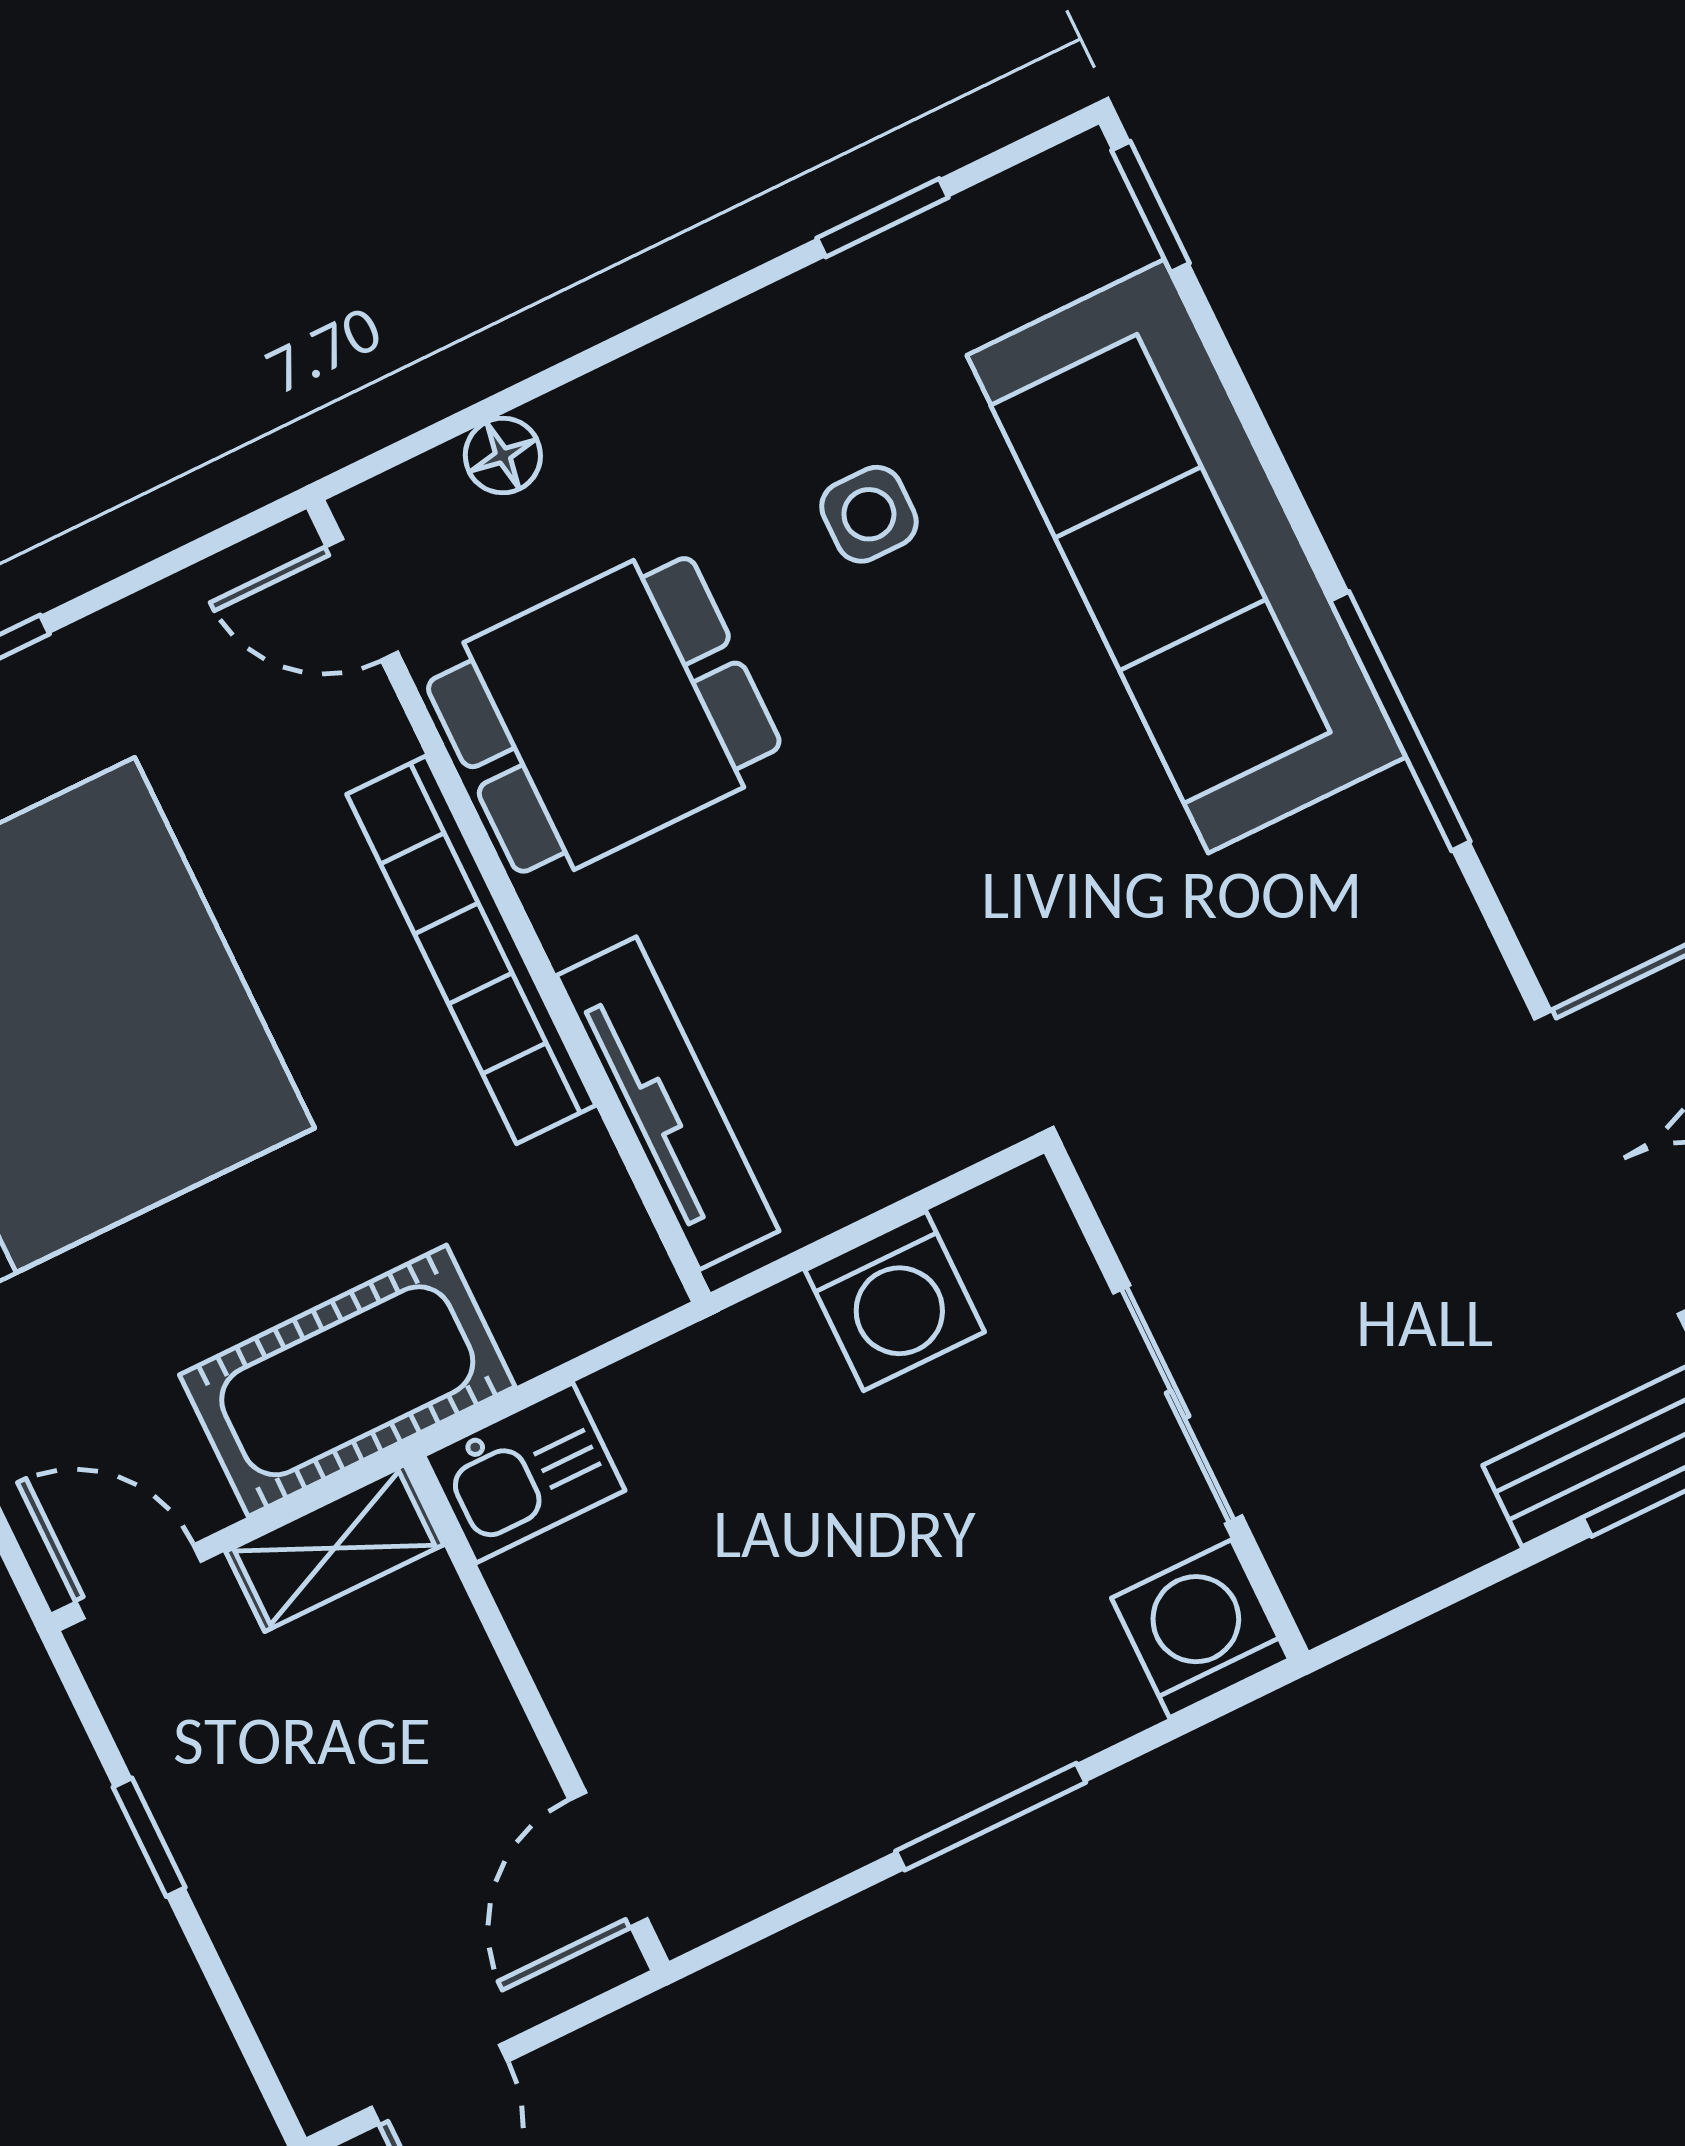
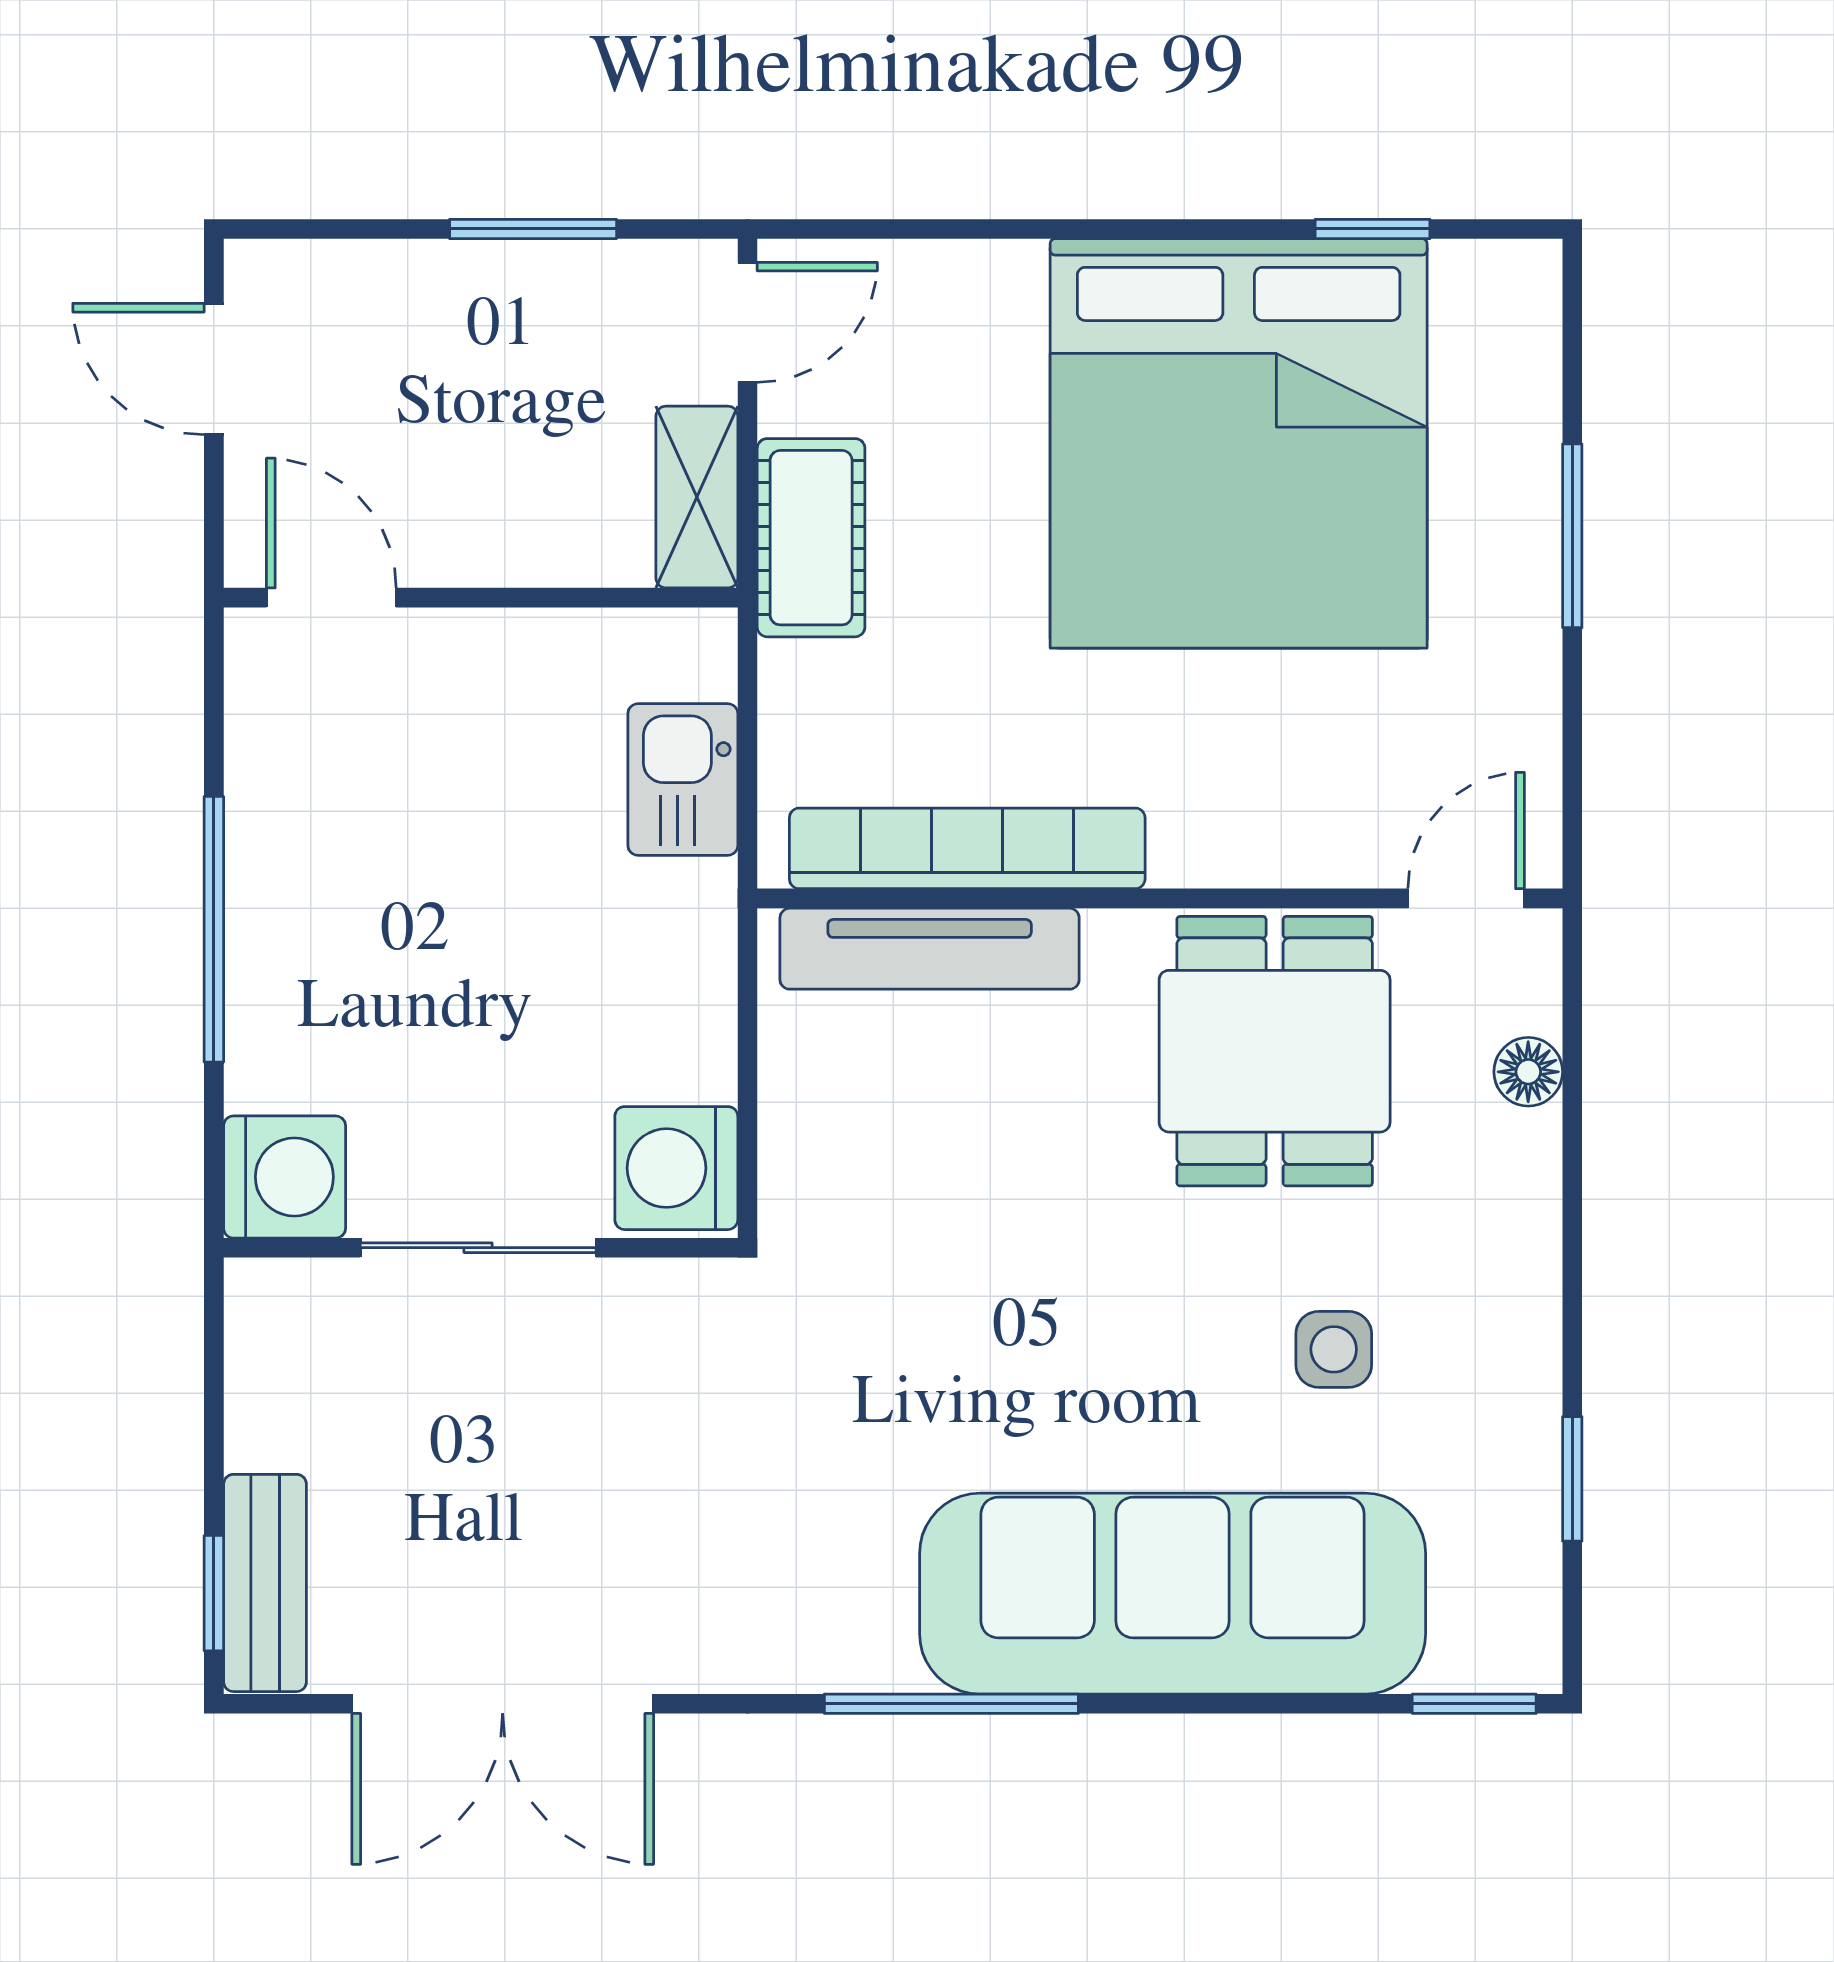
bookcase: (471, 950) -> (967, 848), moved
washing machine: (895, 1301) -> (676, 1168), moved
cot: (347, 1381) -> (811, 538), width x0.73, depth x0.75
kitchen sink: (524, 1473) -> (683, 780), moved
window: (991, 1817) -> (214, 929), width x1.44
window: (149, 1837) -> (533, 229), width x1.50

